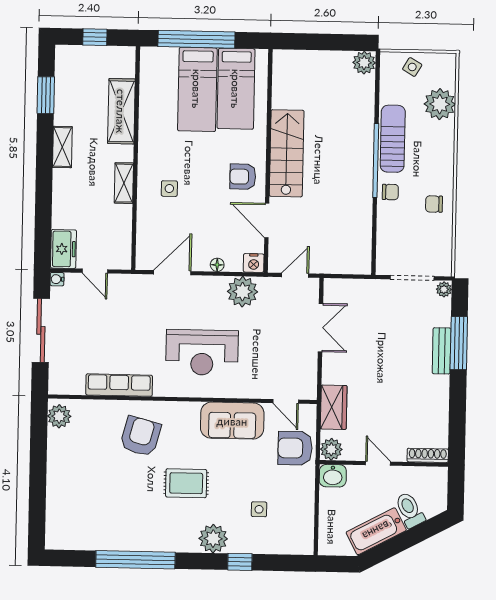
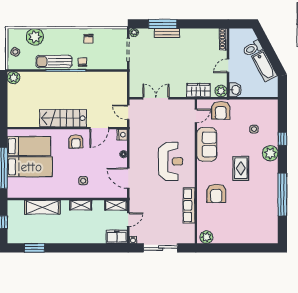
shelving: (62, 147) -> (116, 205), moved
plant: (242, 292) -> (138, 140), removed
armchair: (140, 436) -> (216, 193), turned -105

